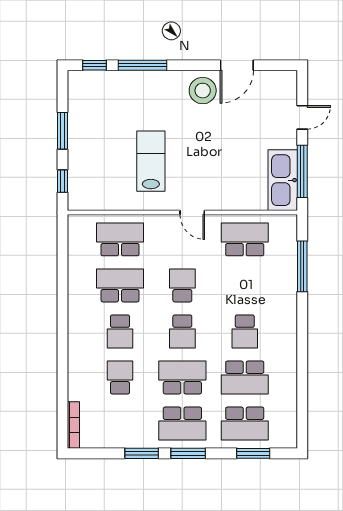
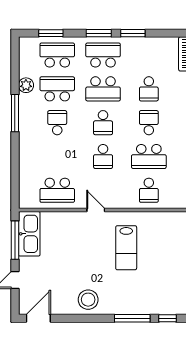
door: (237, 65) -> (38, 318), moved
school desk: (120, 239) -> (149, 190), width x0.54
window: (302, 266) -> (15, 113), moved
school desk: (182, 331) -> (103, 123), turned 180
plant: (287, 382) -> (26, 85), added

